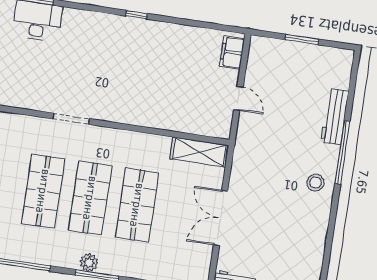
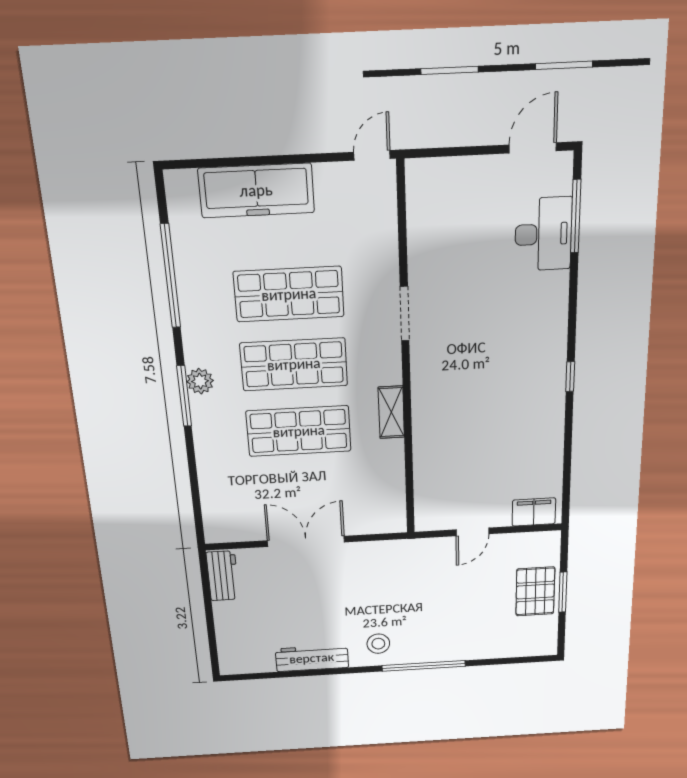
pallet: (297, 60) -> (535, 591), added
workbench: (335, 117) -> (312, 658), moved
shelving: (199, 152) -> (391, 412), moved, width x0.67, depth x0.75

